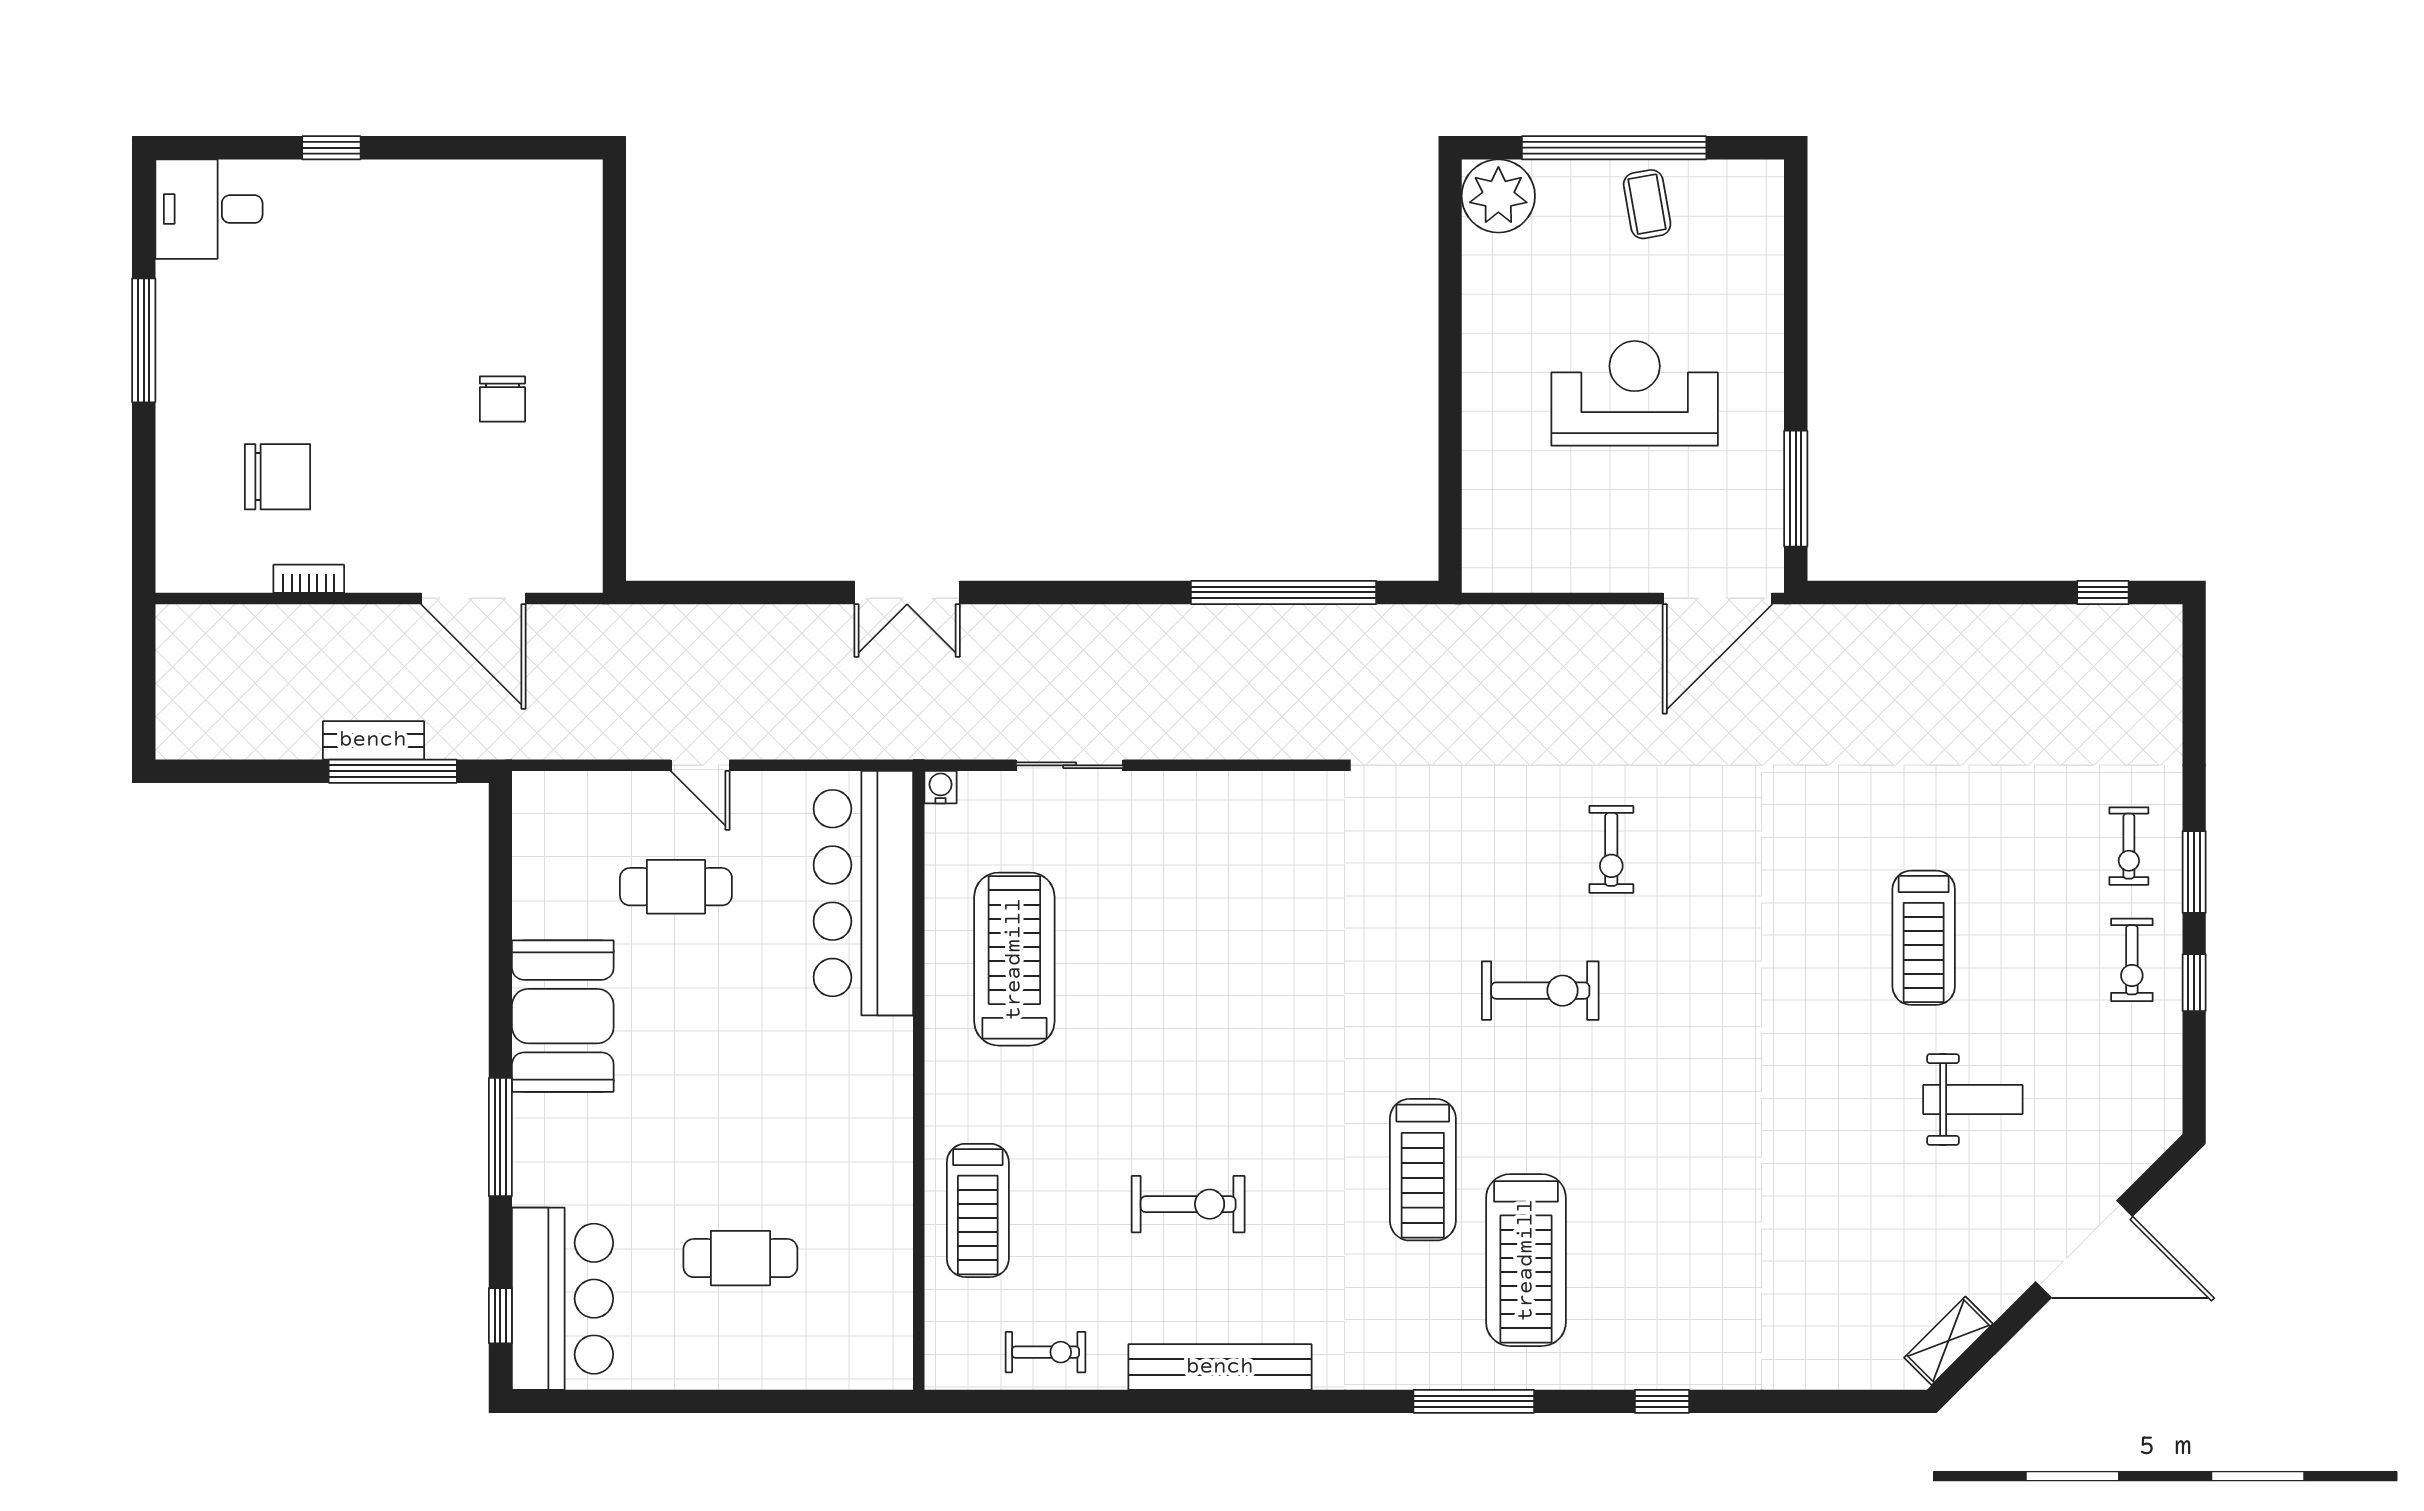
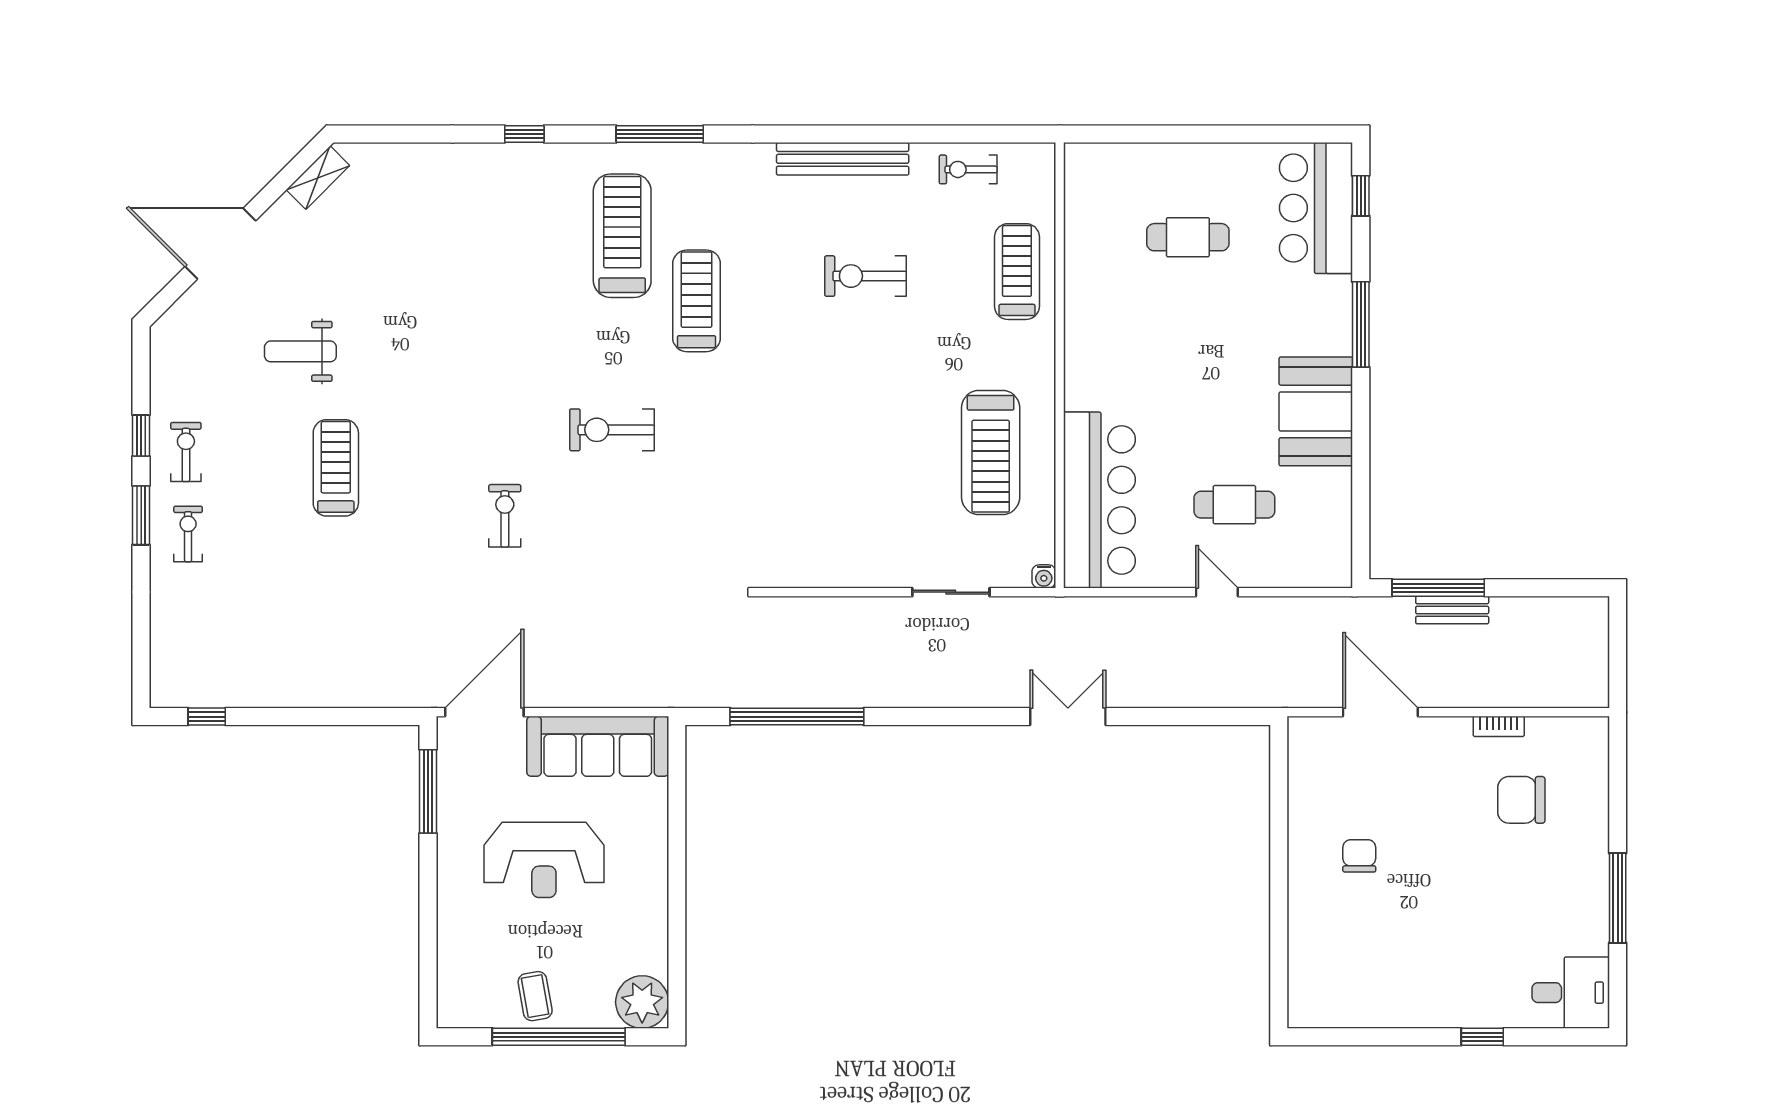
sofa: (1560, 551) -> (598, 746), added
exercise bike: (1611, 849) -> (505, 516), moved

